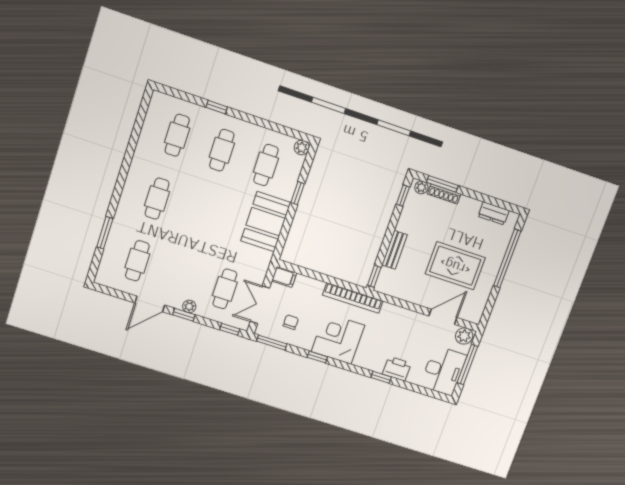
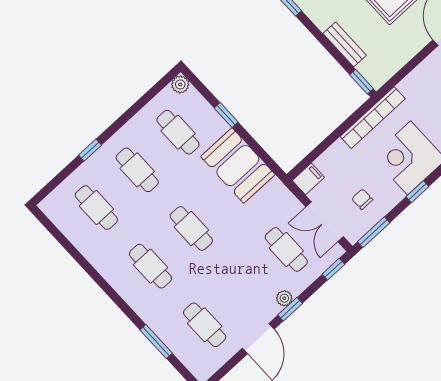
cafe table: (201, 213) -> (191, 228), added

